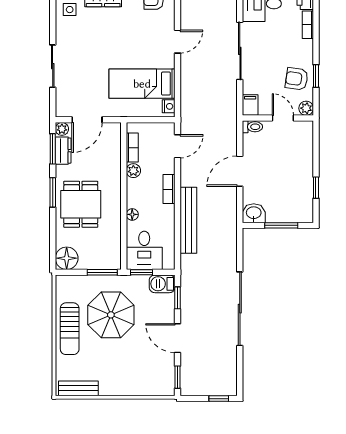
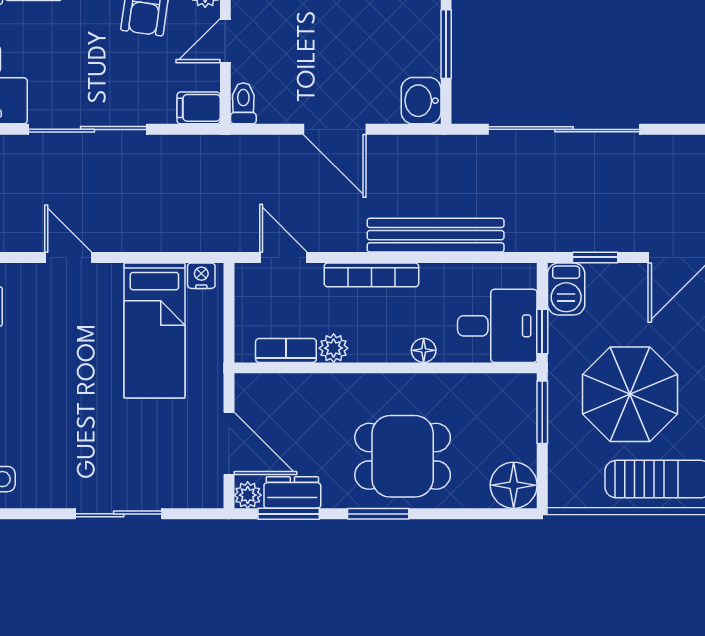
bookcase: (169, 189) -> (371, 275), width x1.56
sliding door: (240, 309) -> (564, 129), moved

